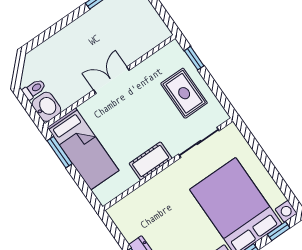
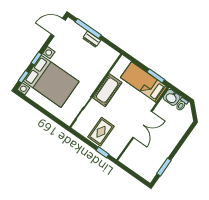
double door: (111, 80) -> (142, 124), width x1.37
rug: (184, 93) -> (101, 132), turned 90
cot: (151, 161) -> (107, 90), width x1.37, depth x1.34

